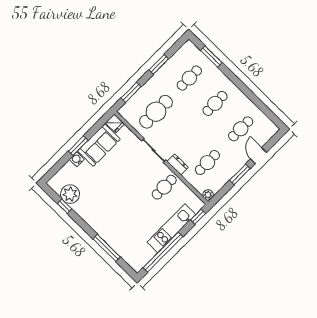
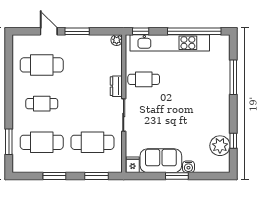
cafe table: (189, 78) -> (42, 142), width x1.37, depth x1.35
cafe table: (241, 129) -> (42, 65), width x1.37, depth x1.35
door: (258, 156) -> (49, 31), swing flipped
cafe table: (207, 163) -> (92, 65), removed
kitchen unit: (171, 228) -> (170, 43), width x1.36

